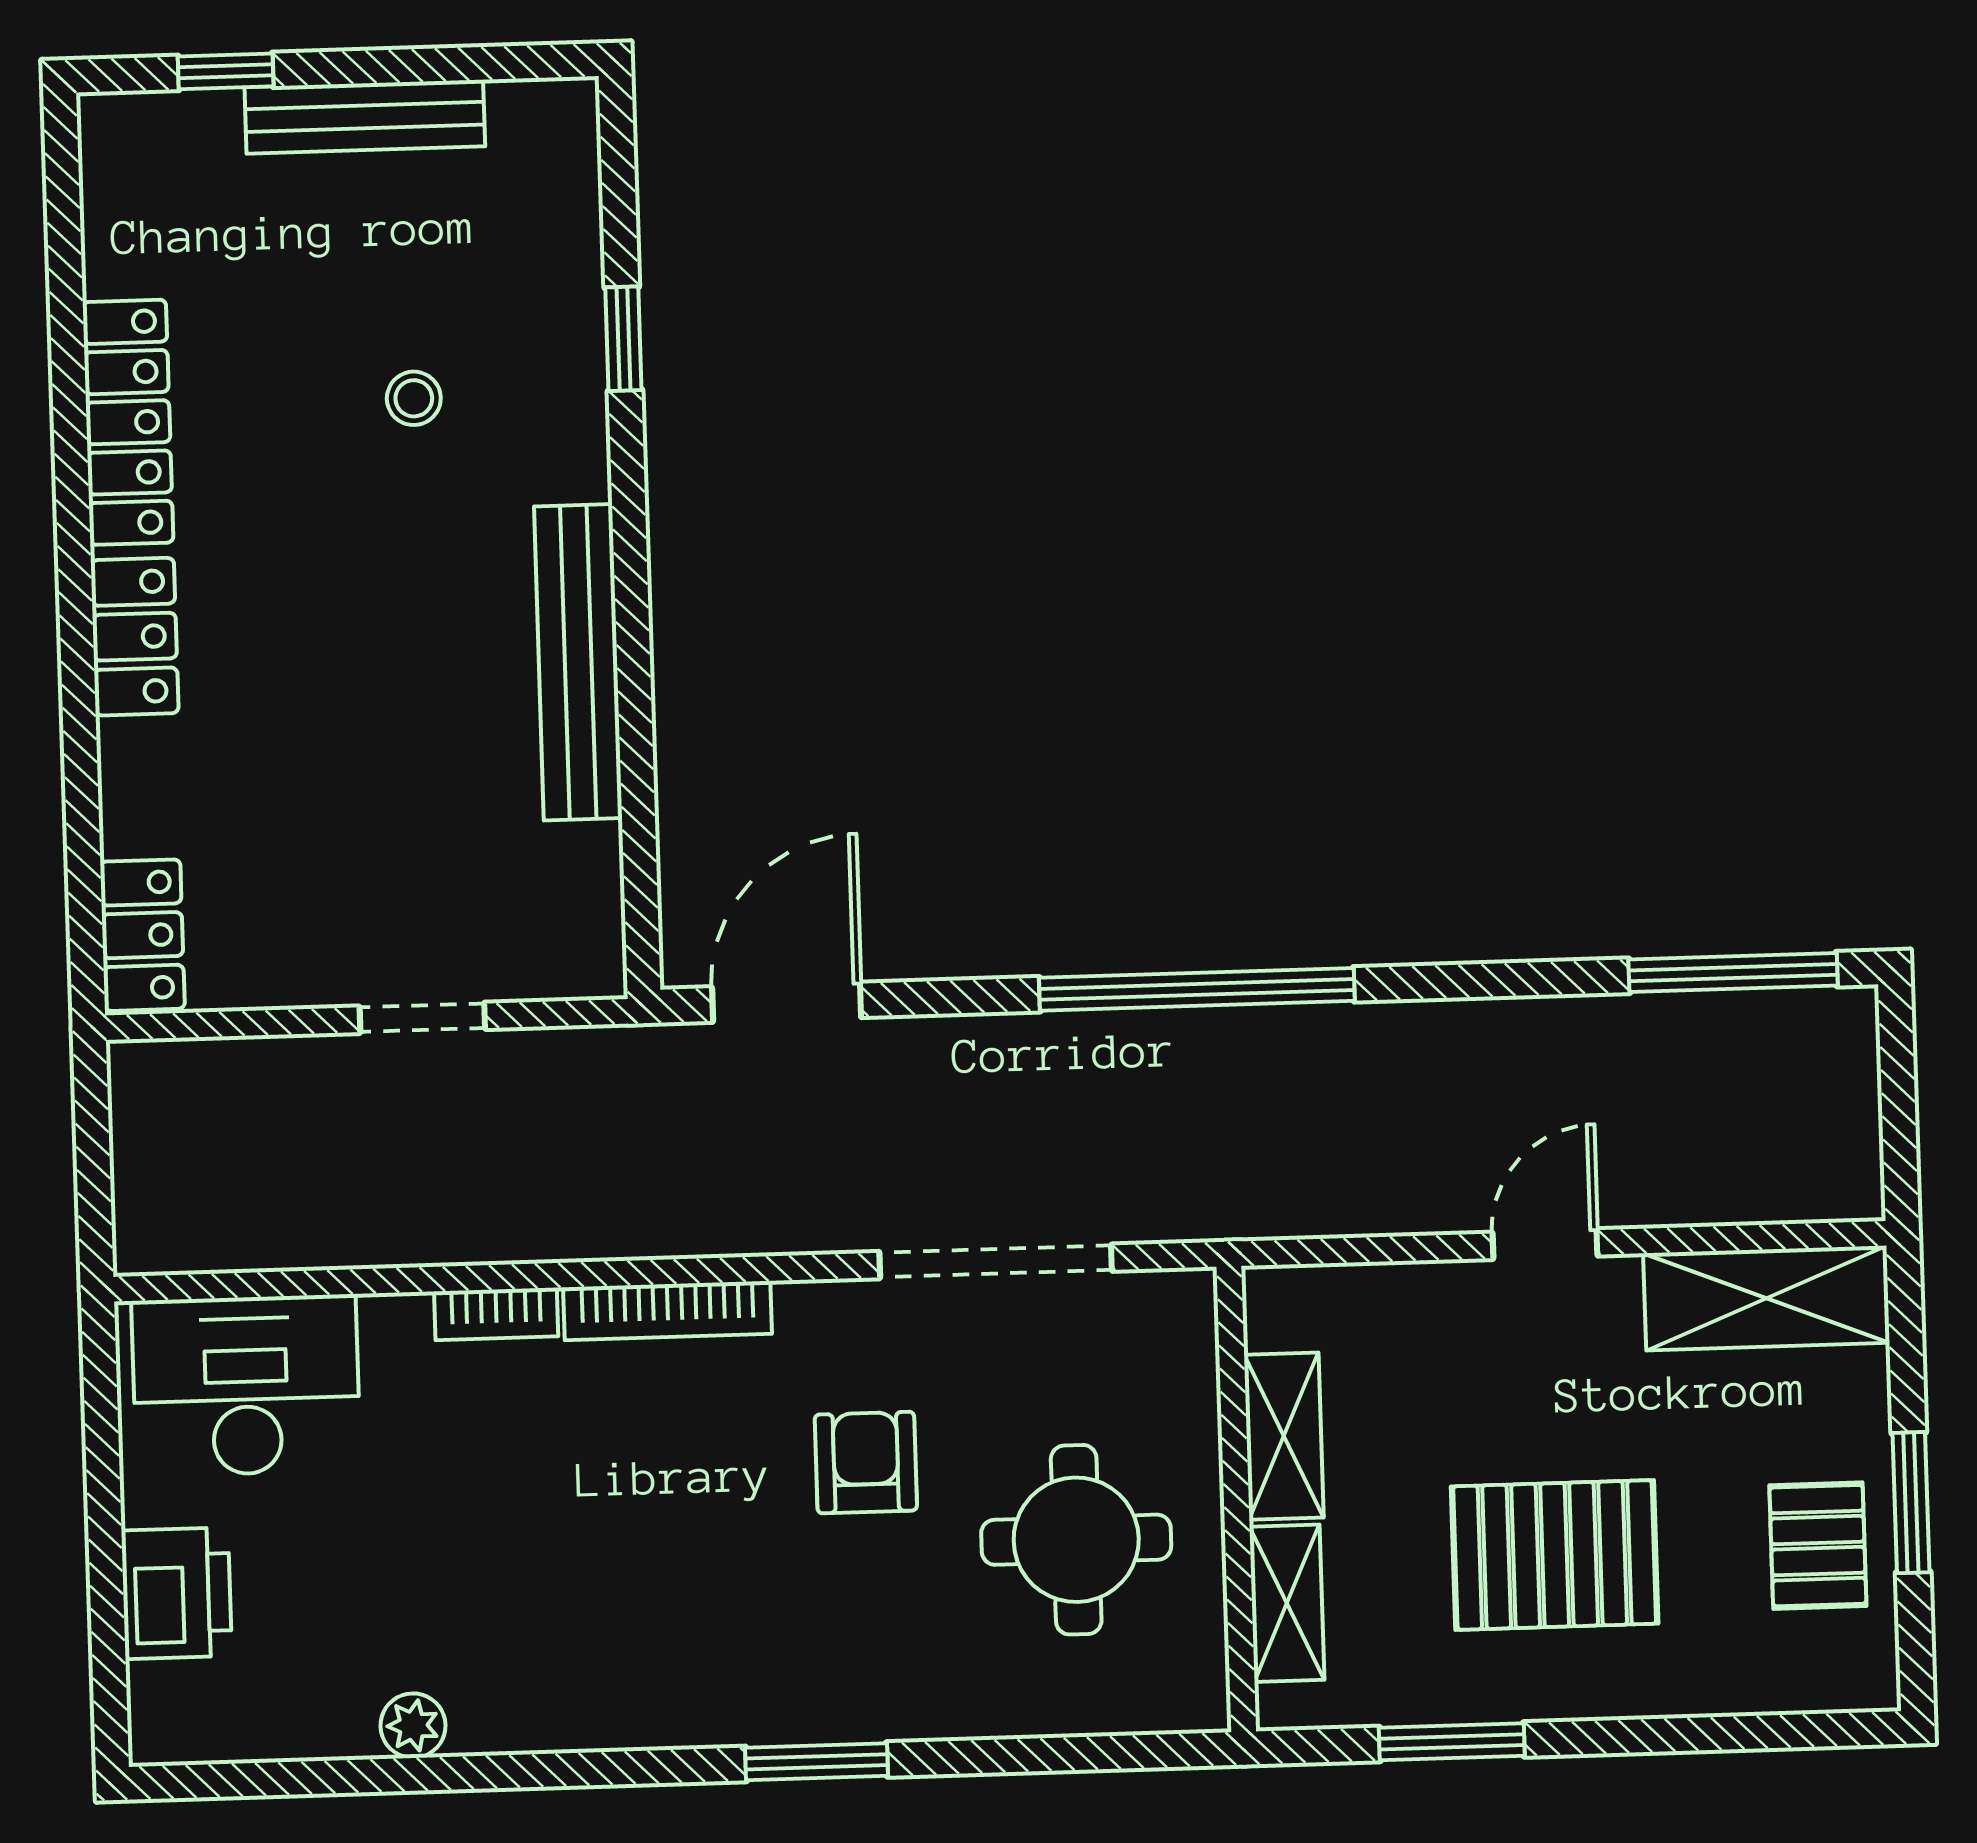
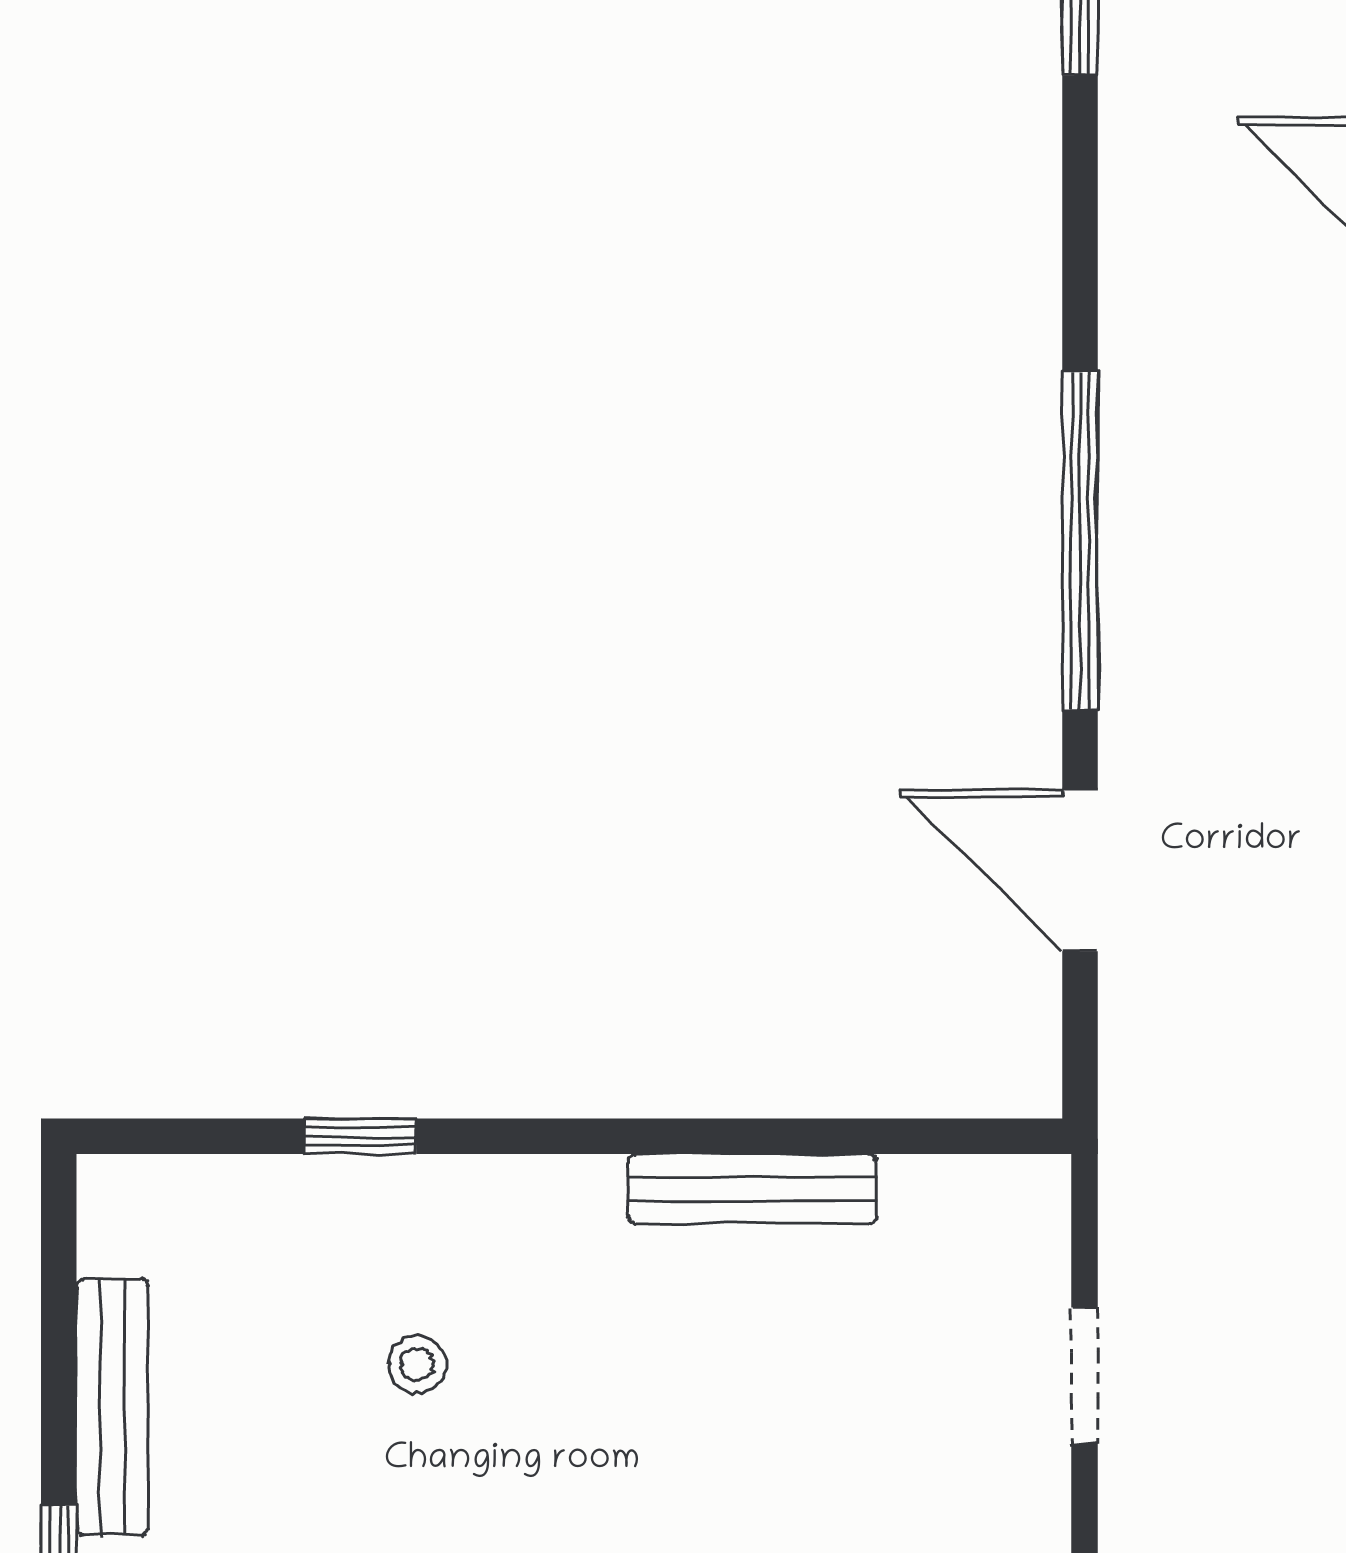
bench: (578, 662) -> (752, 1189), width x0.73, depth x0.82
door: (787, 1002) -> (1080, 871), moved

